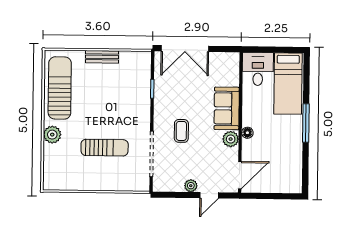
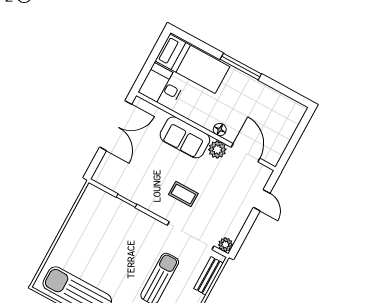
double door: (185, 49) -> (116, 126), moved
bench: (102, 57) -> (209, 276), moved
door: (240, 175) -> (246, 153), moved
plant: (191, 186) -> (225, 245), moved

